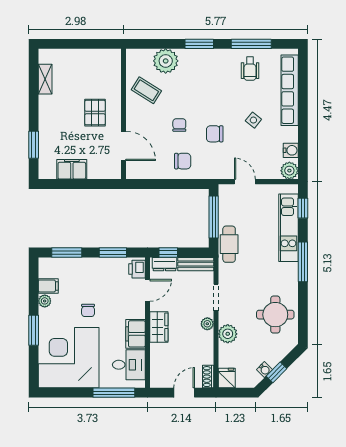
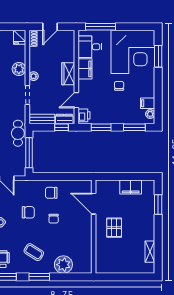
coffee table: (146, 90) -> (34, 252), moved
plant: (45, 301) -> (150, 114), moved
window: (34, 330) -> (158, 56), moved

